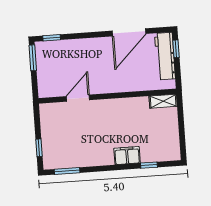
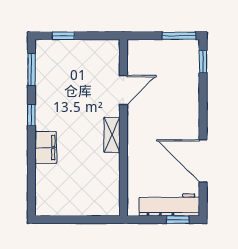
door: (78, 98) -> (123, 90), hinge flipped
shelving: (163, 101) -> (112, 135), moved
window: (149, 165) -> (31, 115), moved

